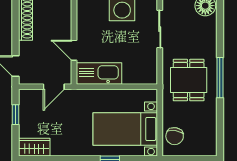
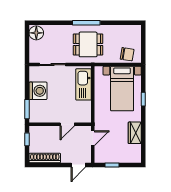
kitchen sink: (99, 73) -> (83, 84), moved
door: (54, 87) -> (93, 138), hinge flipped
wardrobe: (34, 147) -> (135, 133), moved

